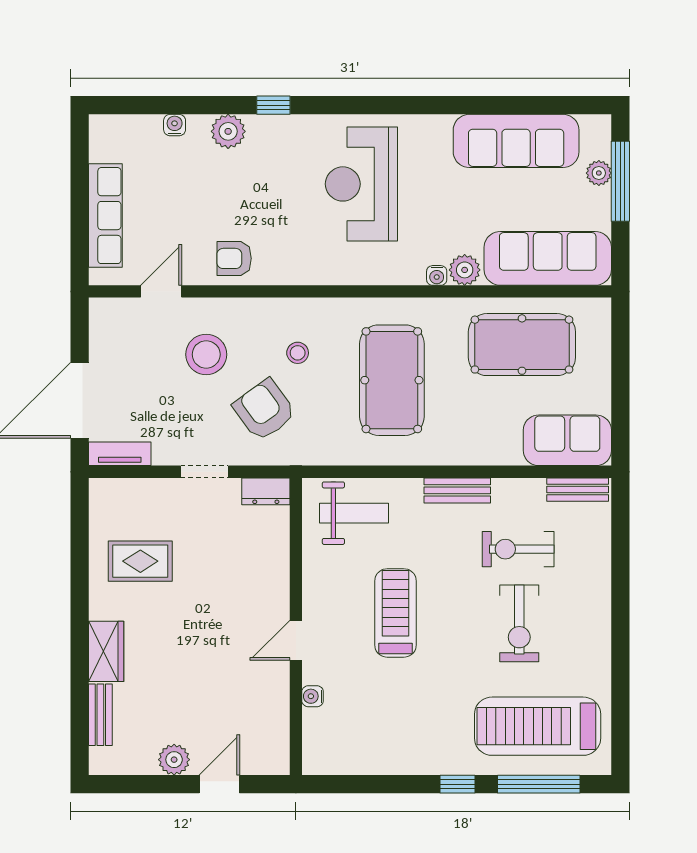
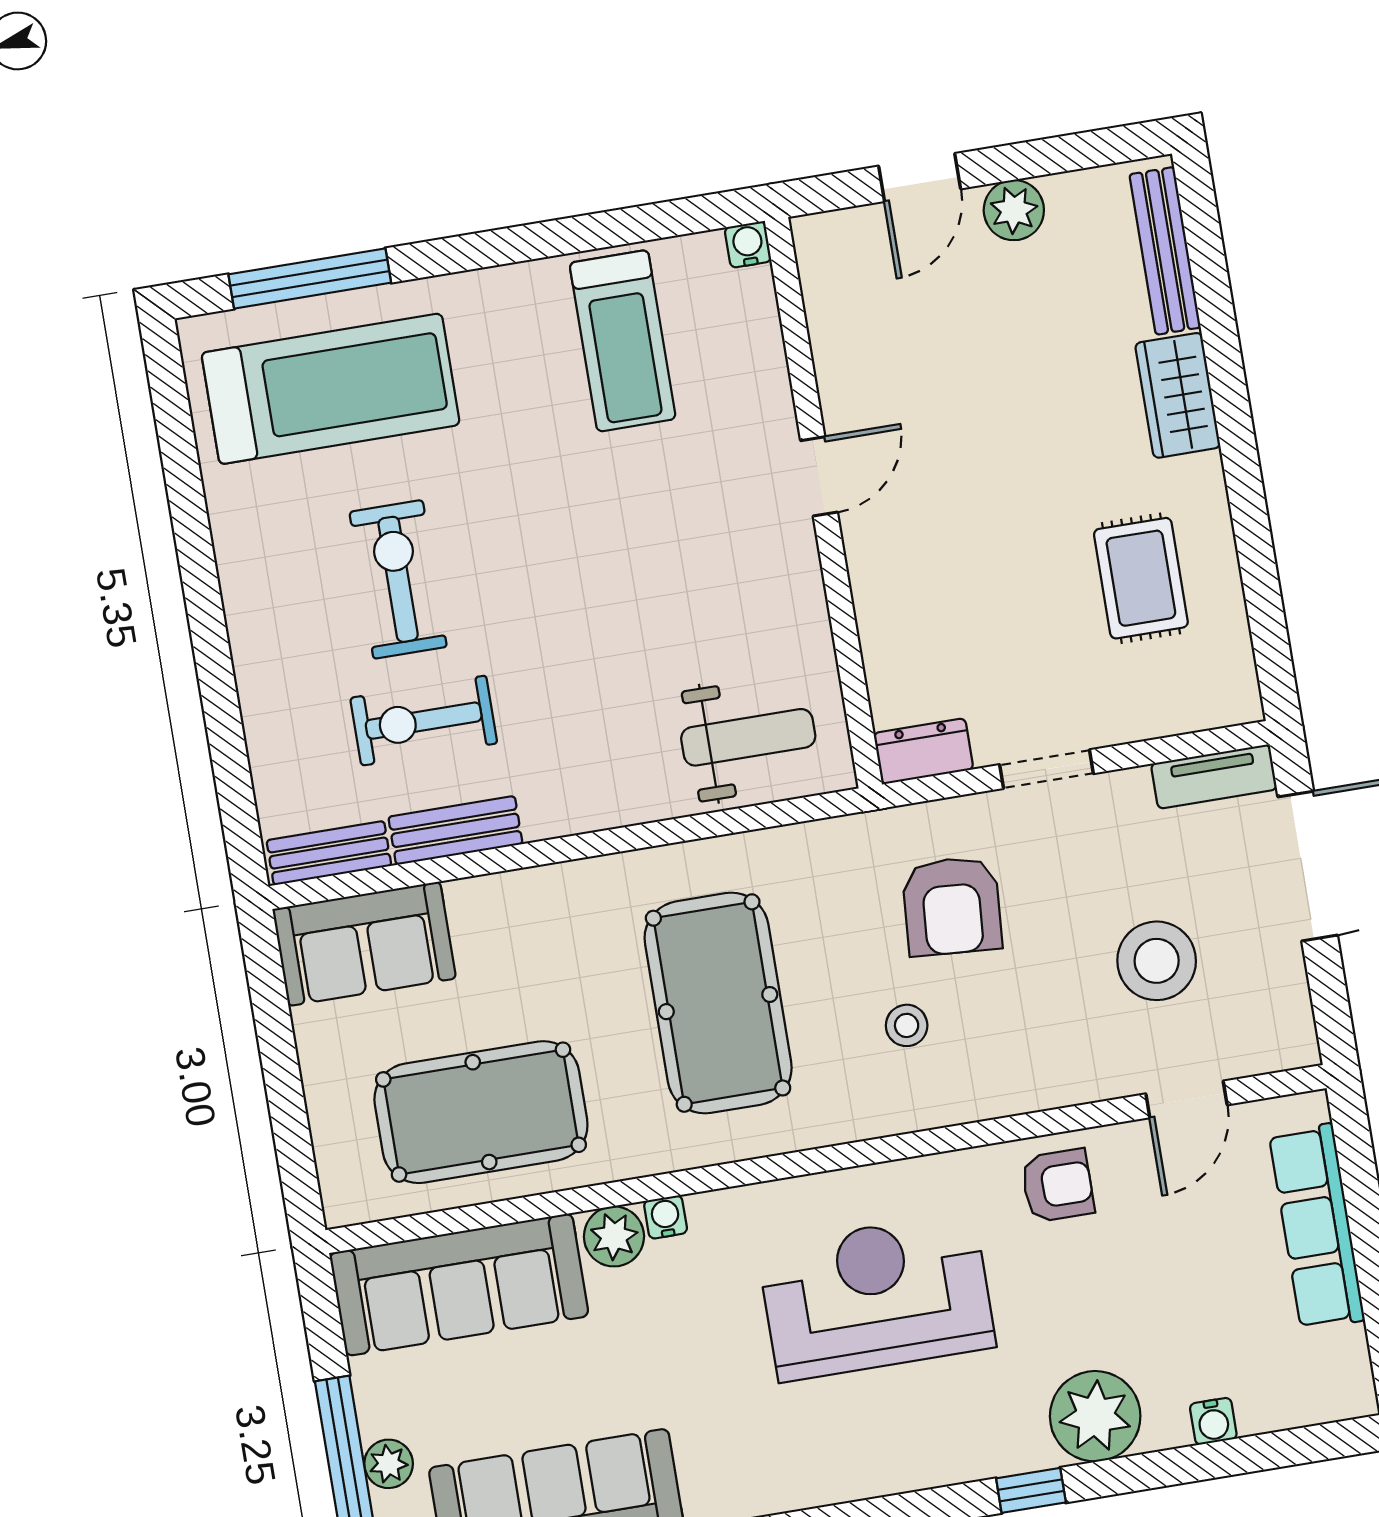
plant: (228, 131) -> (1095, 1416), width x1.36, depth x1.36
reception desk: (361, 184) -> (876, 1297), moved, turned -90
stool: (206, 354) -> (1157, 961), moved
armchair: (264, 410) -> (952, 906), turned 40
bench: (457, 490) -> (455, 830), moved
weight bench: (354, 513) -> (748, 737), turned 180
exercise bike: (518, 549) -> (424, 721), turned 180
rug: (140, 561) -> (1141, 578), turned 90
treadmill: (395, 613) -> (623, 341), moved
water cooler: (313, 696) -> (748, 245), moved, turned -90
bench: (100, 715) -> (1165, 251), width x1.36
window: (458, 784) -> (465, 253), removed

